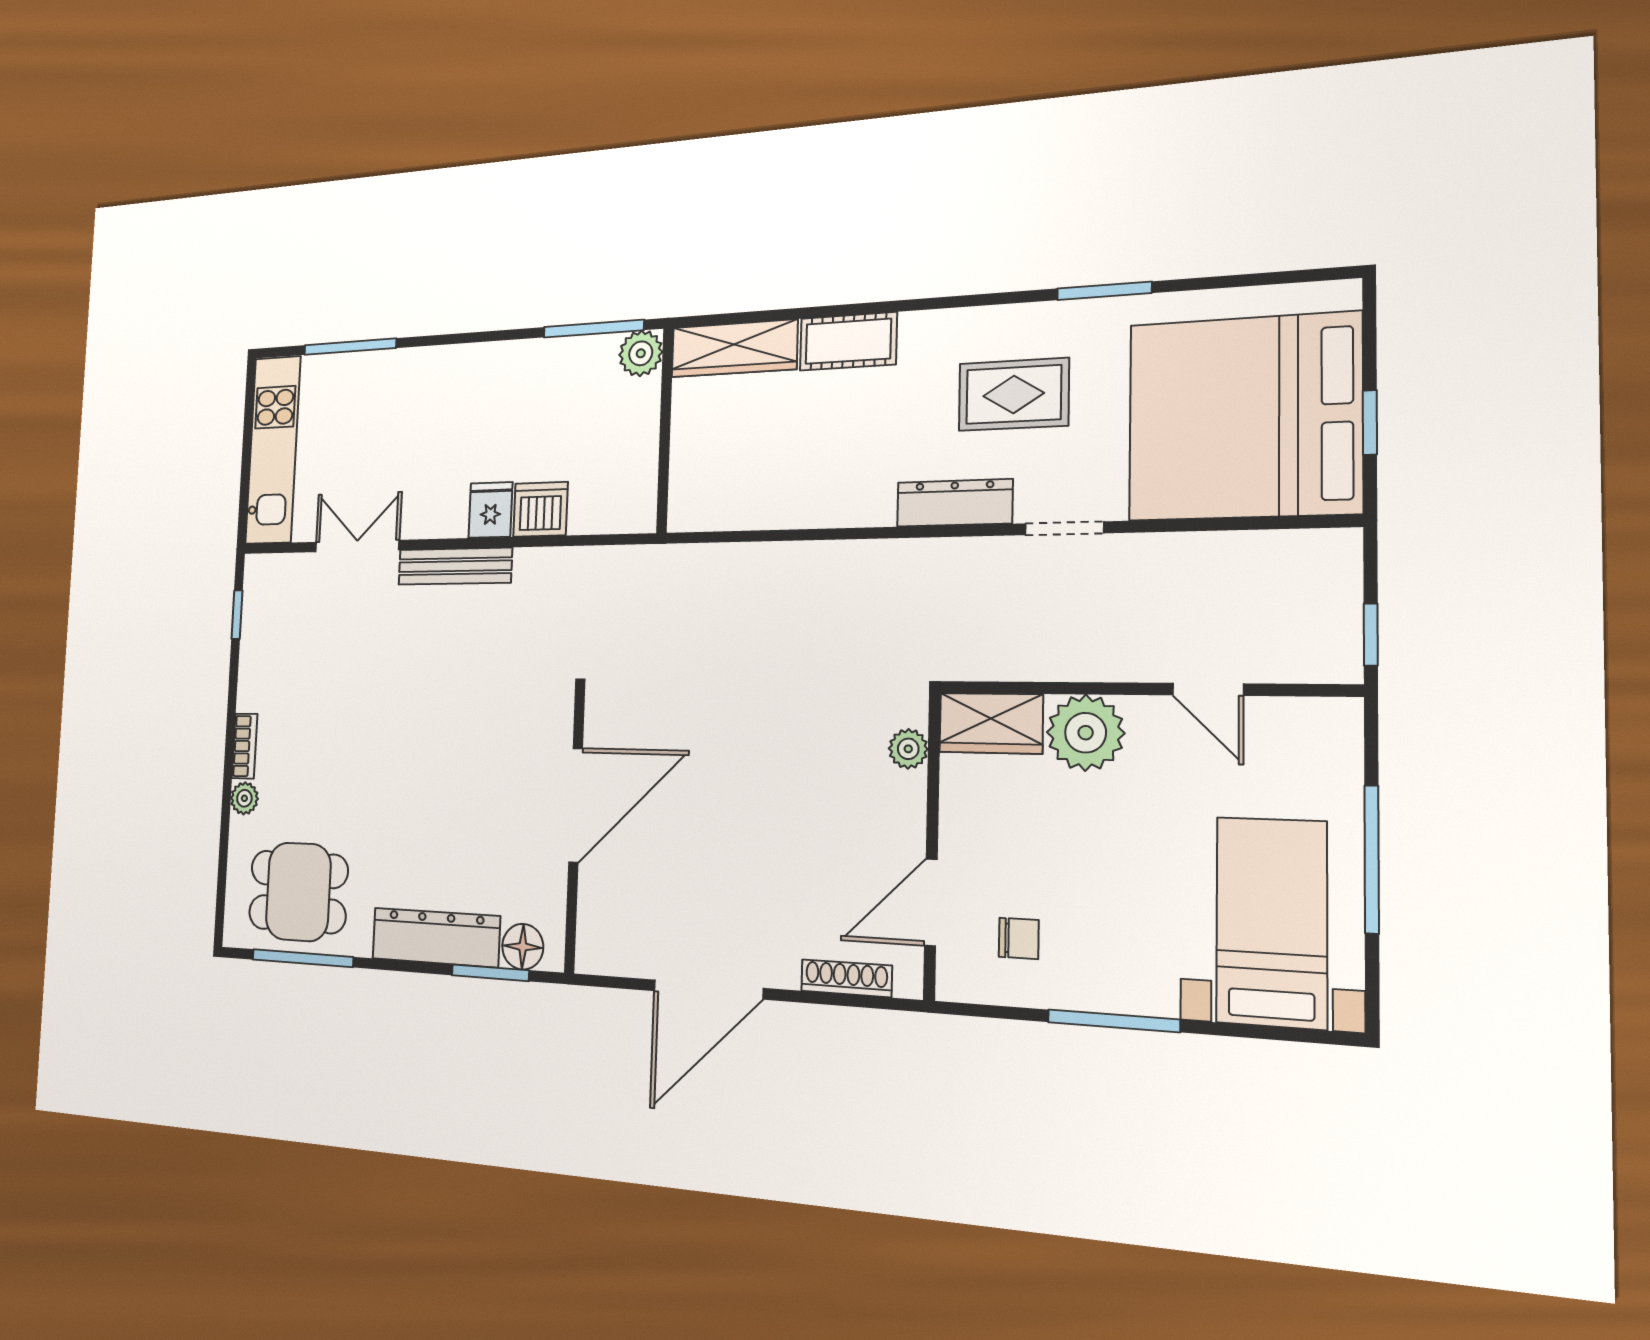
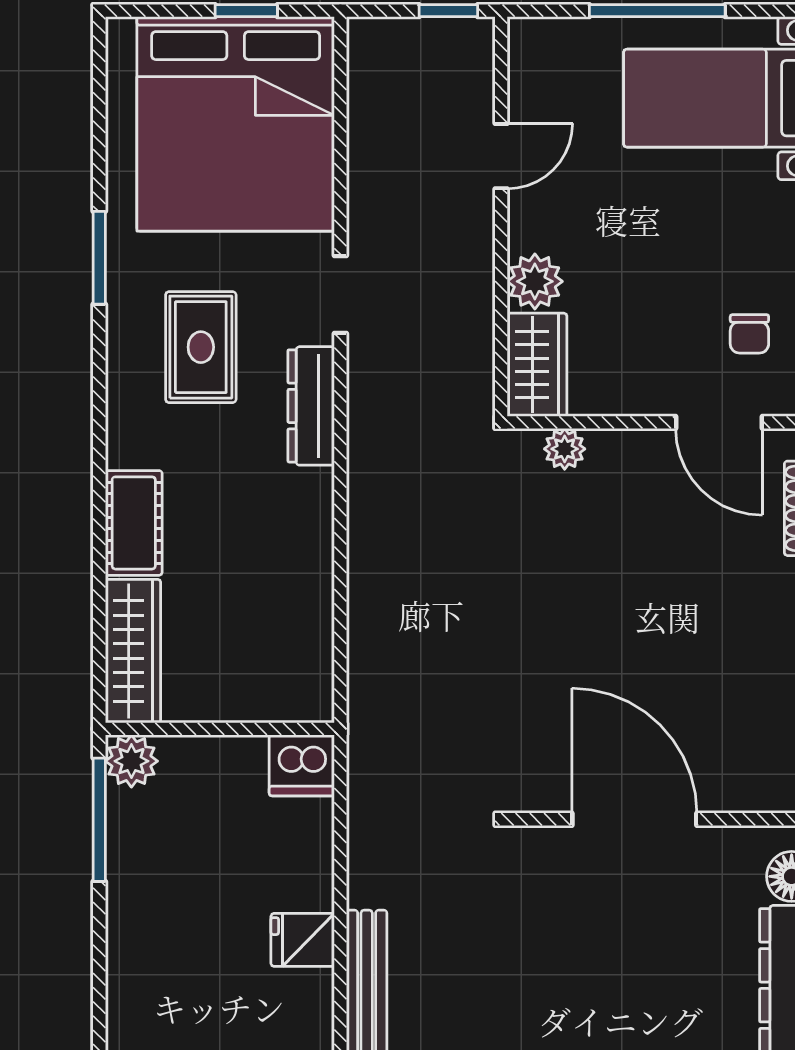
dishwasher: (540, 509) -> (302, 765), moved, turned -90
plant: (1086, 733) -> (535, 281), width x0.73, depth x0.73
chair: (1019, 938) -> (749, 334), turned 180

